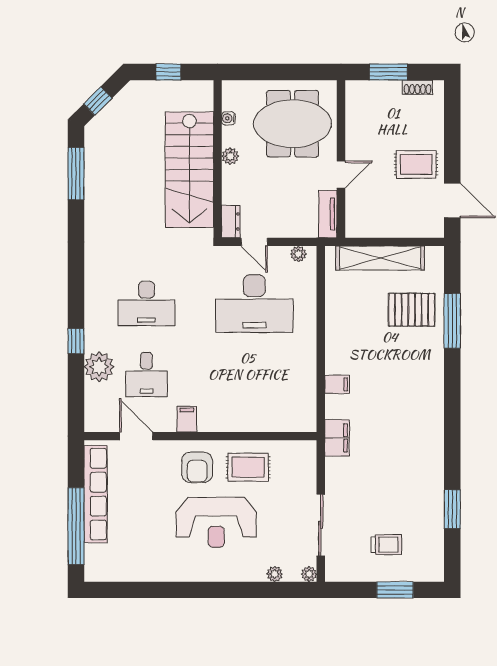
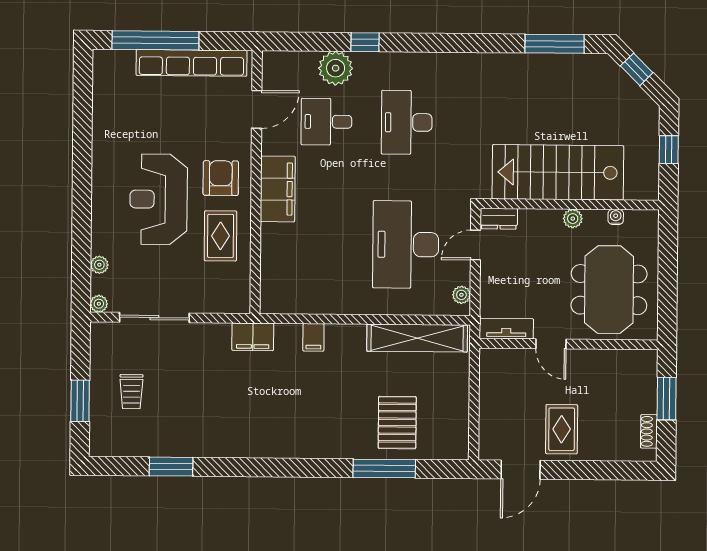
shelving: (380, 258) -> (417, 338), moved, turned 90
filing cabinet: (187, 419) -> (278, 189), width x3.00, depth x1.17
armchair: (197, 467) -> (221, 178), turned 90

